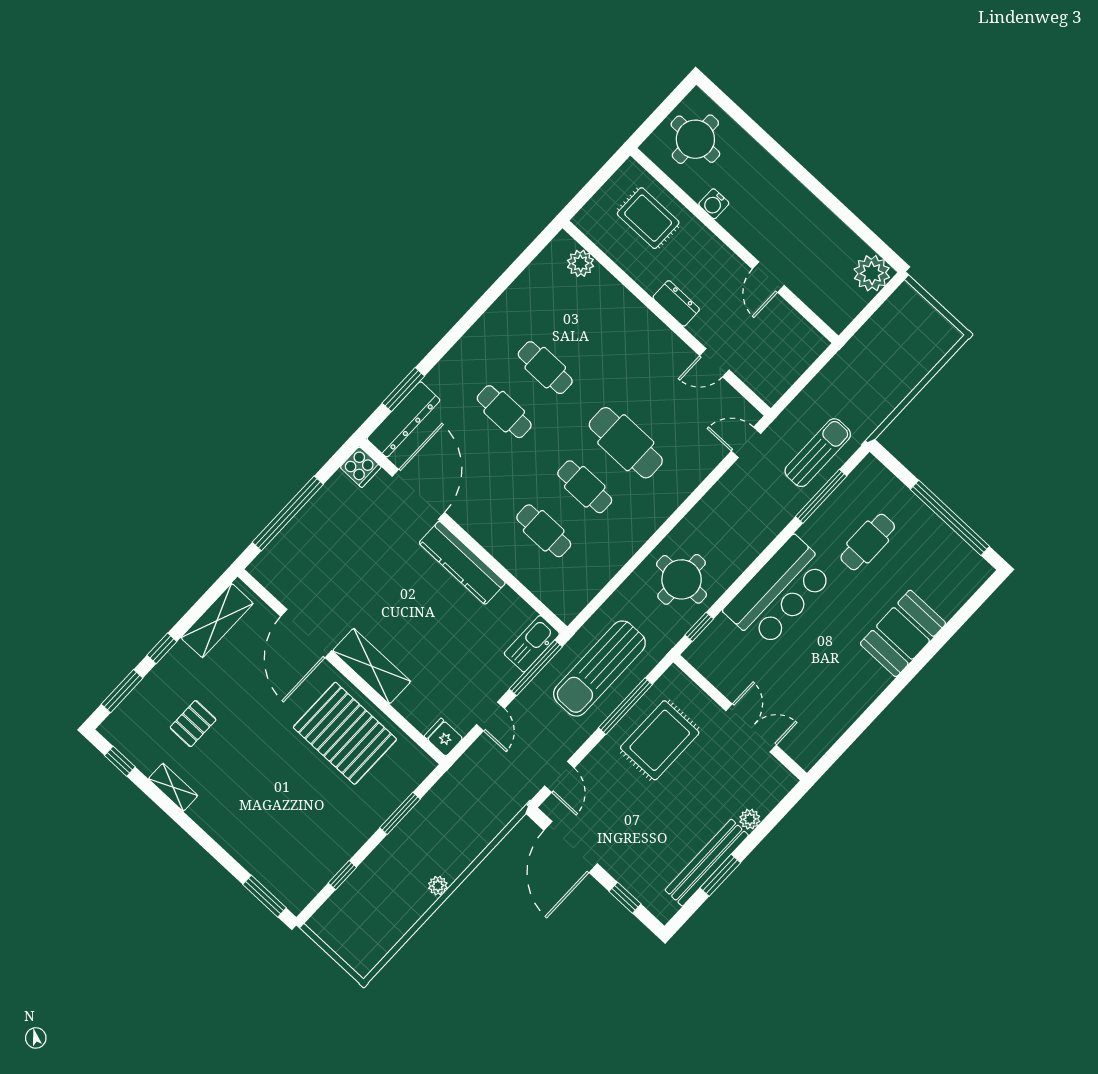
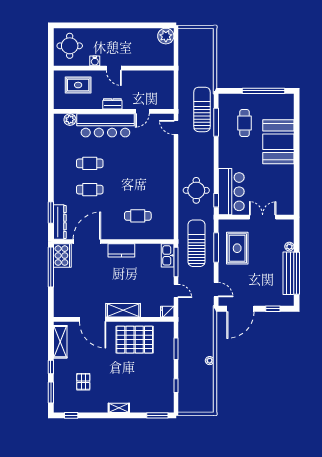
door: (768, 277) -> (114, 68), moved
bar counter: (631, 328) -> (105, 125), added
door: (746, 442) -> (176, 127), hinge flipped
cafe table: (626, 443) -> (138, 163), removed
sun lounger: (818, 453) -> (202, 109), width x1.36, depth x1.34
cooker: (361, 467) -> (62, 256), width x1.87, depth x1.31
cafe table: (585, 487) -> (138, 190), removed
door: (418, 494) -> (87, 242), hinge flipped
window: (288, 513) -> (51, 267), moved
kitchen counter: (462, 563) -> (121, 250), width x0.67
bar counter: (779, 592) -> (231, 192), moved
booth: (903, 633) -> (278, 142), width x1.36, depth x1.42
sun lounger: (599, 669) -> (197, 243), turned 180
shelving: (173, 787) -> (119, 408), moved
door: (571, 847) -> (240, 309), hinge flipped
window: (720, 875) -> (297, 273), width x2.11

